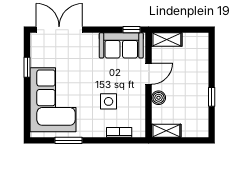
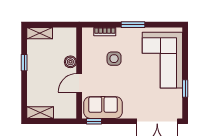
shelving: (167, 40) -> (40, 113), moved
shelving: (166, 131) -> (40, 33), moved
window: (69, 140) -> (133, 25), moved

